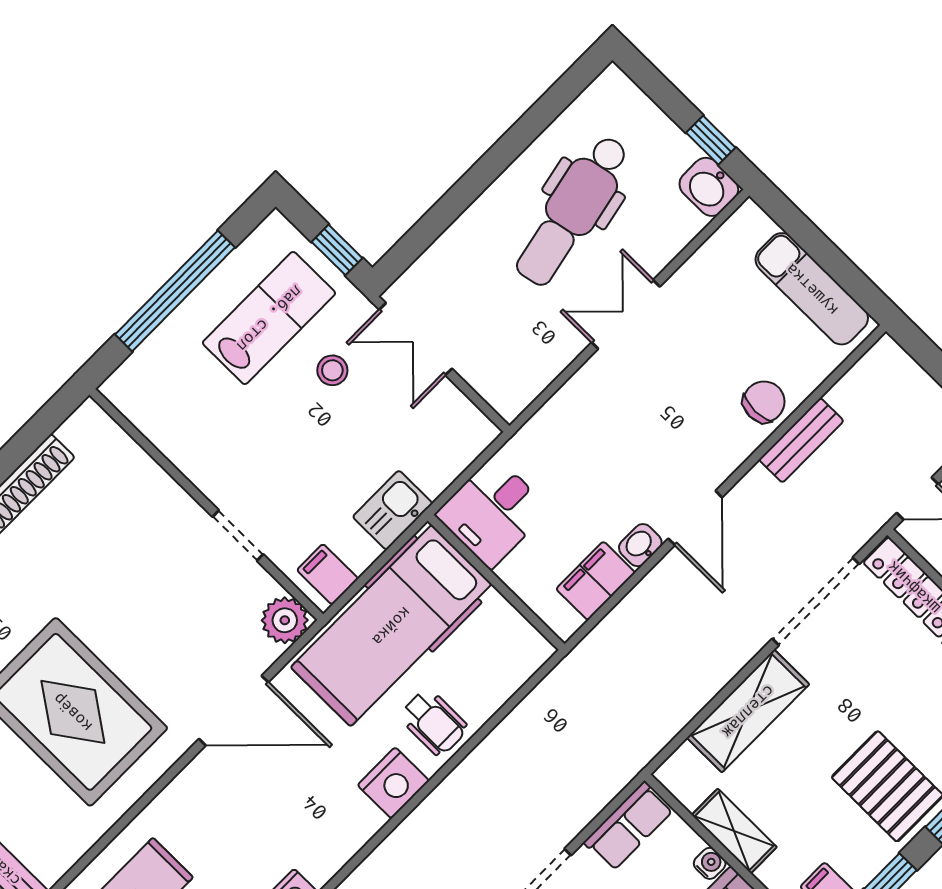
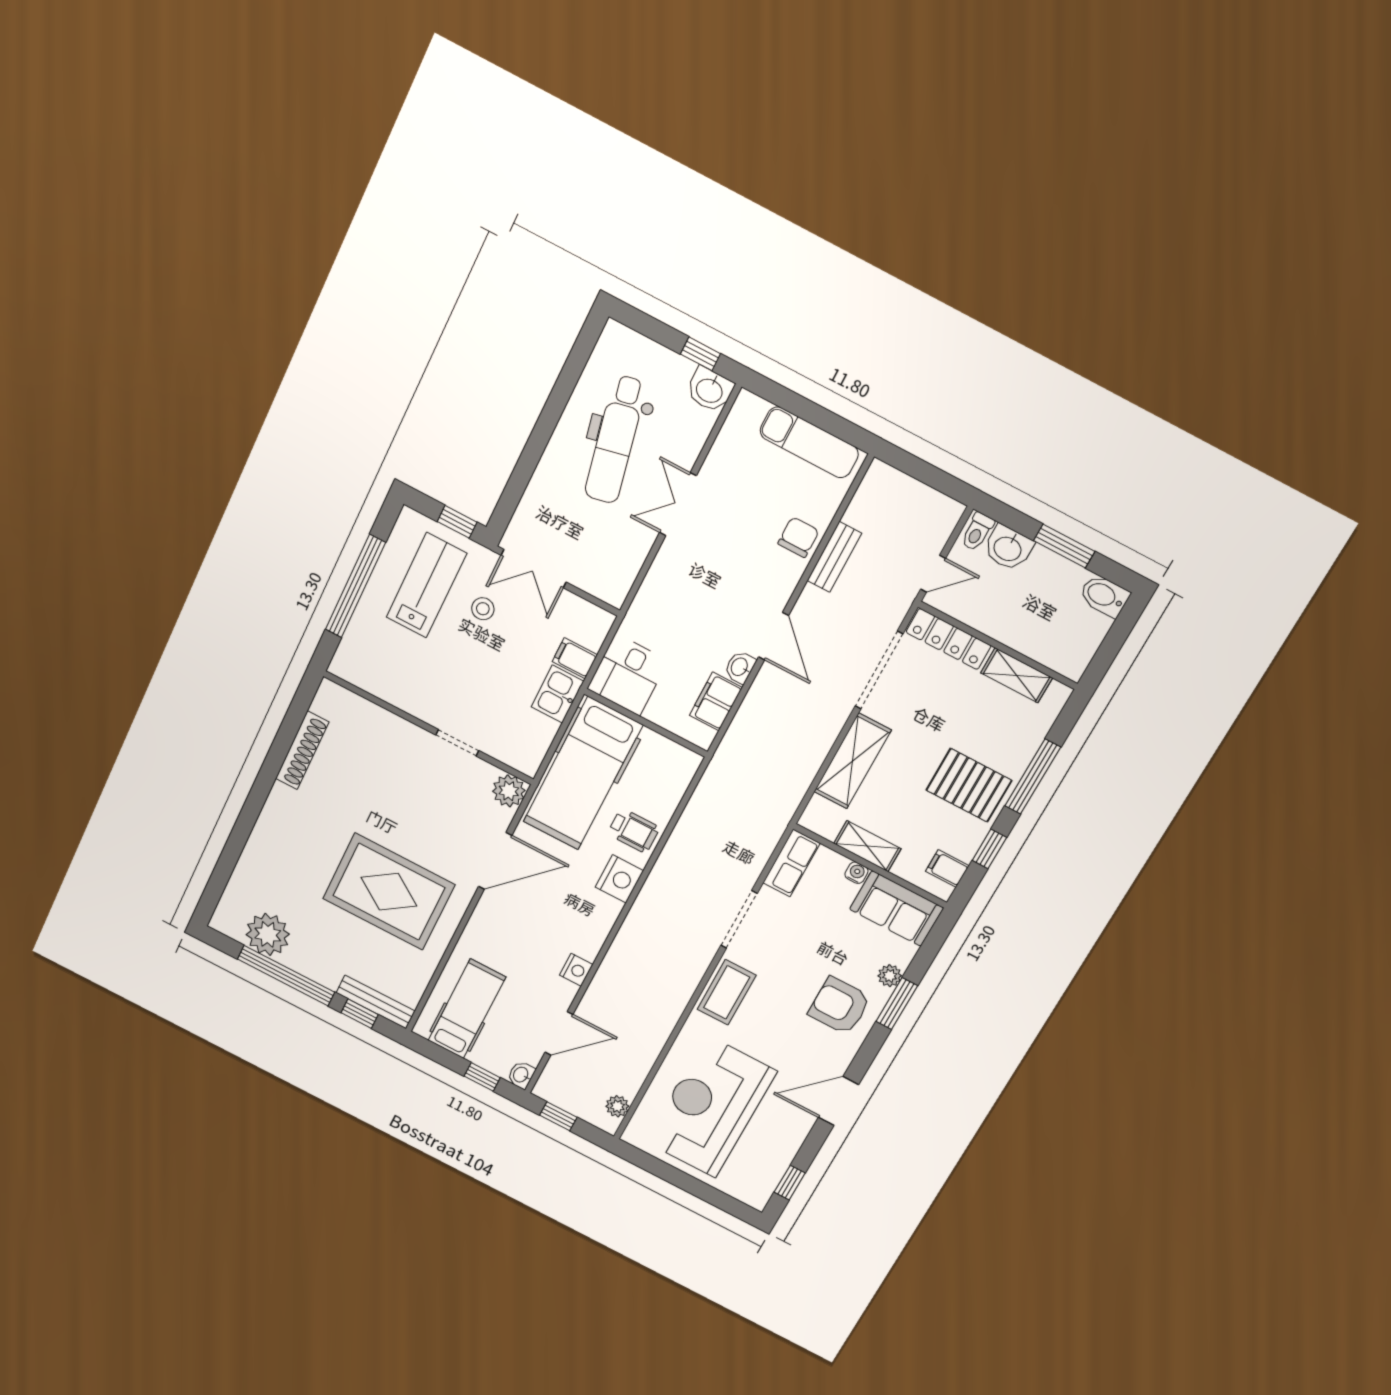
filing cabinet: (328, 574) -> (575, 658), moved

